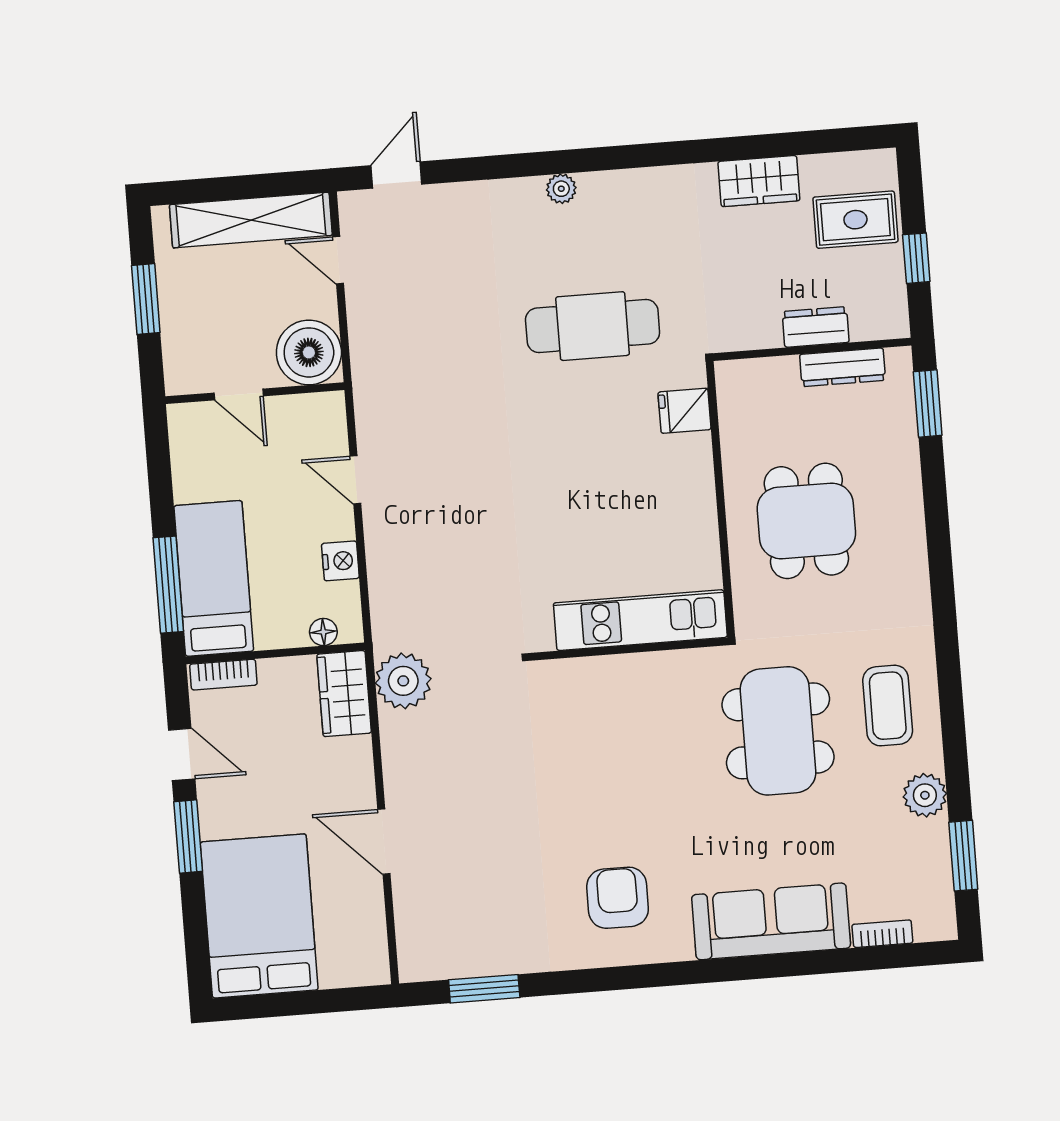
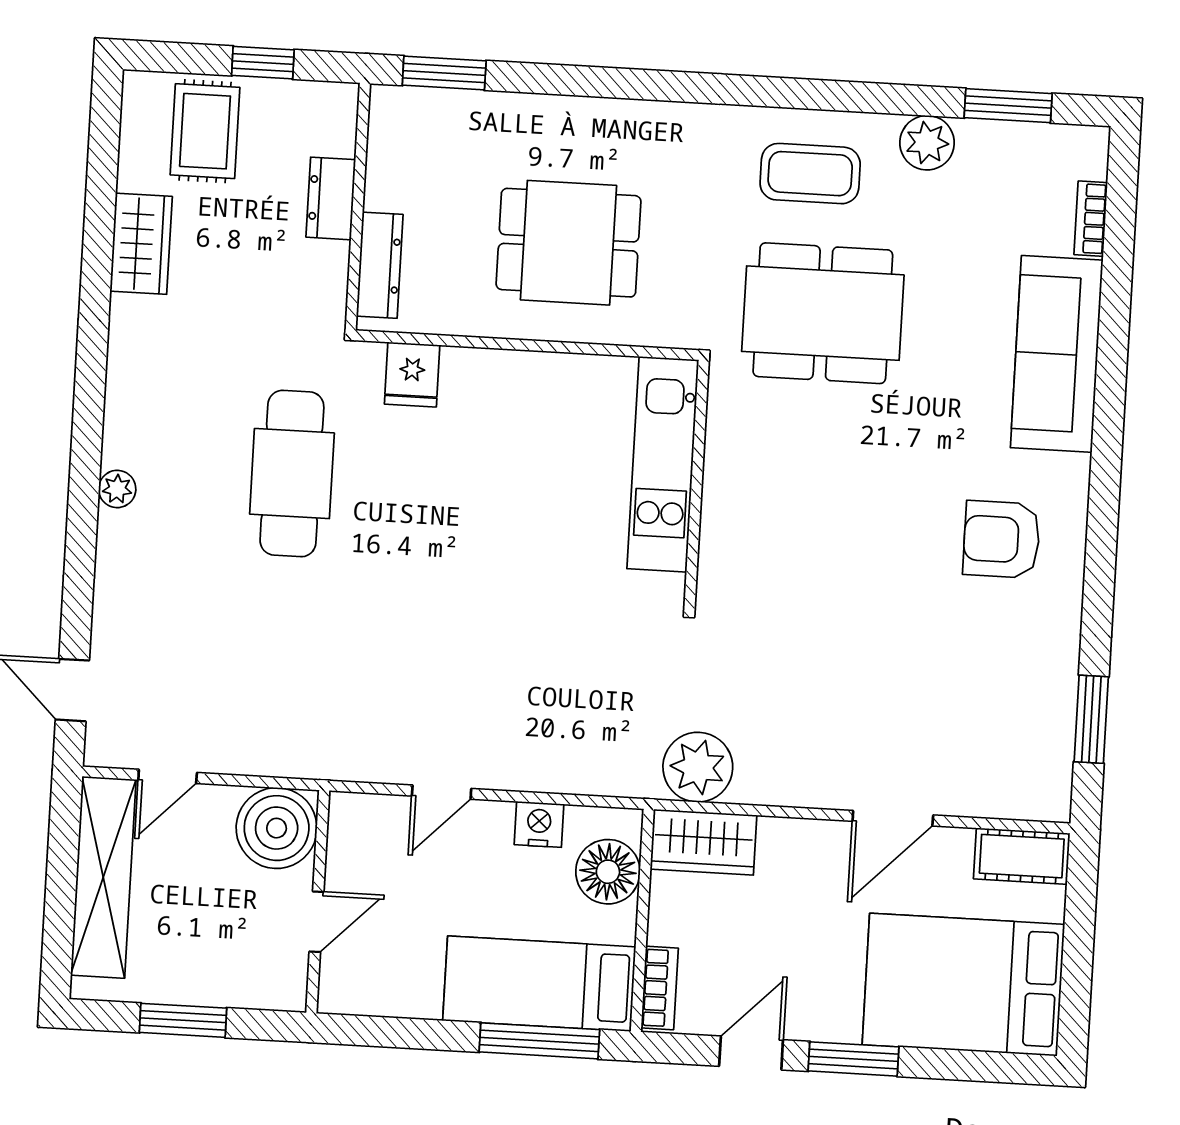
dresser: (843, 367) -> (380, 265), moved
floor lamp: (323, 632) -> (608, 872), width x1.89, depth x1.89
cot: (368, 948) -> (1022, 856), added

